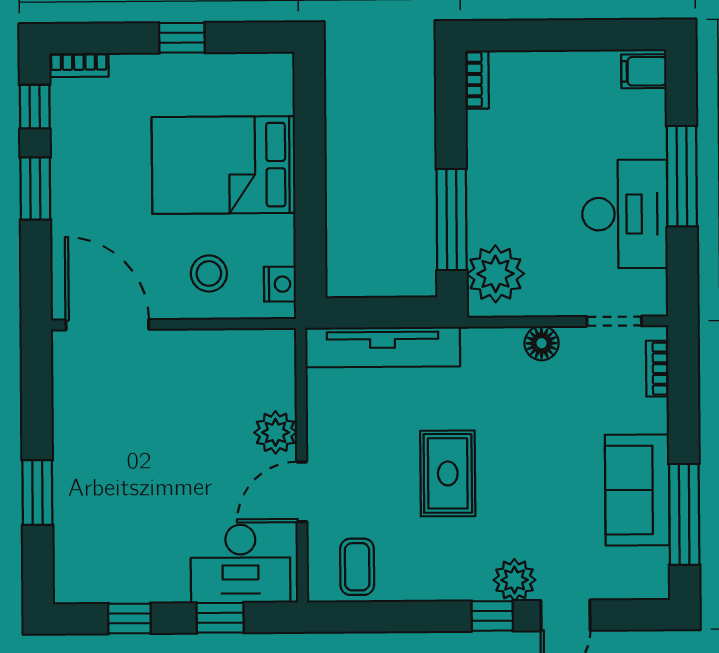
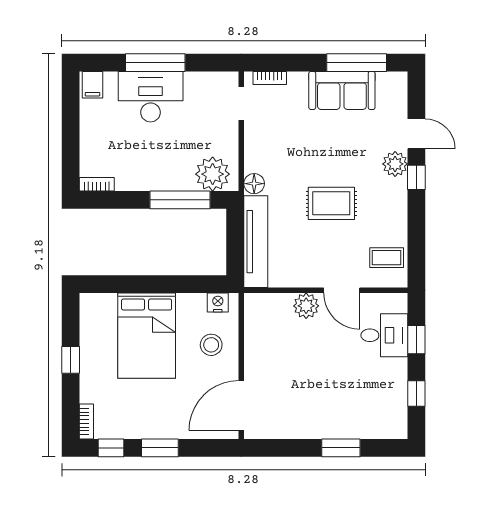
desk: (625, 214) -> (151, 97), moved
floor lamp: (542, 343) -> (254, 184), moved
desk: (240, 564) -> (384, 335), width x0.73

